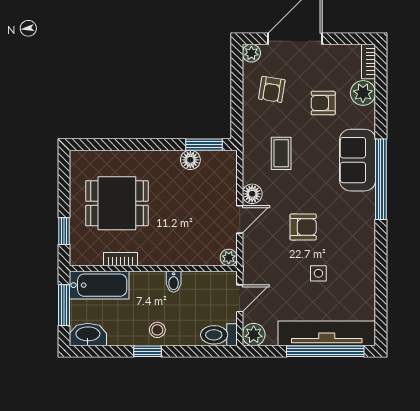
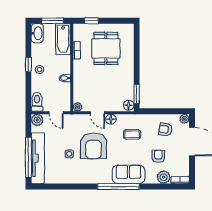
floor lamp: (190, 160) -> (129, 105), moved
armchair: (303, 227) -> (93, 146), width x1.88, depth x1.88

